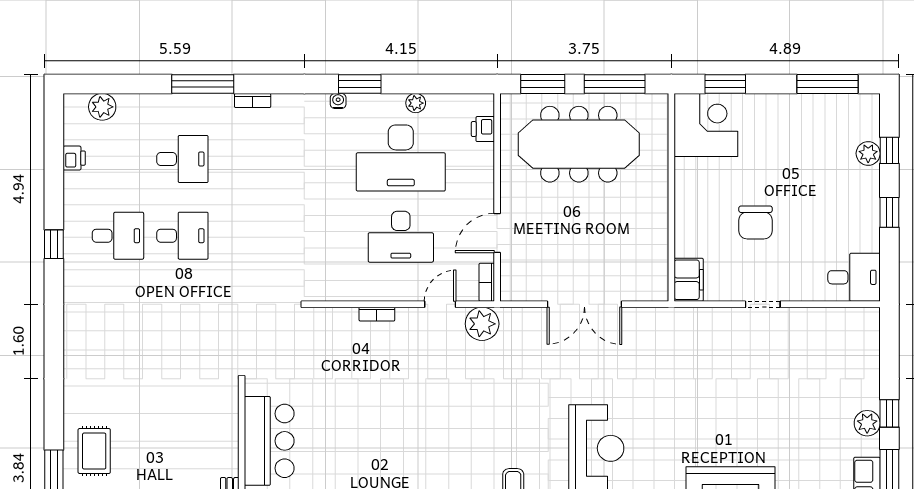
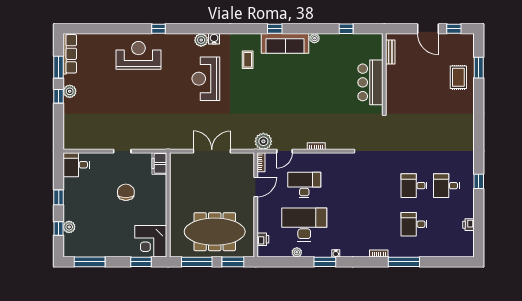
plant: (102, 107) -> (454, 250), removed

